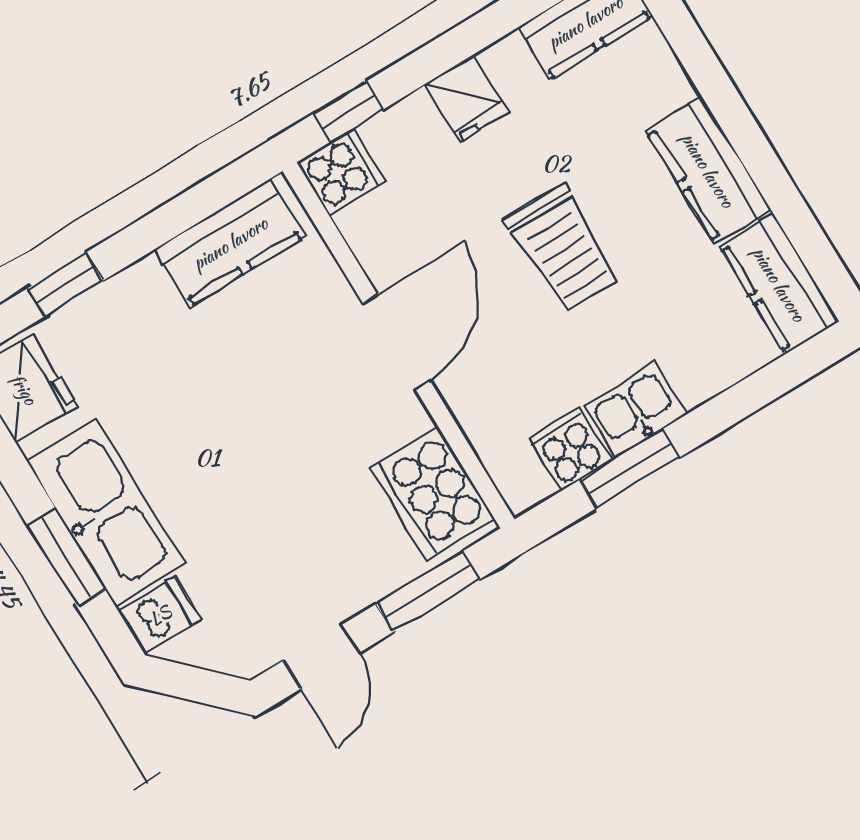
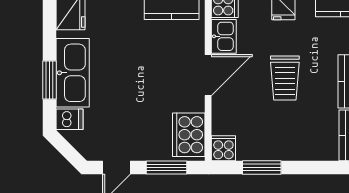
kitchen sink: (635, 410) -> (224, 36), moved, turned 90
cooker: (570, 449) -> (223, 148), moved

